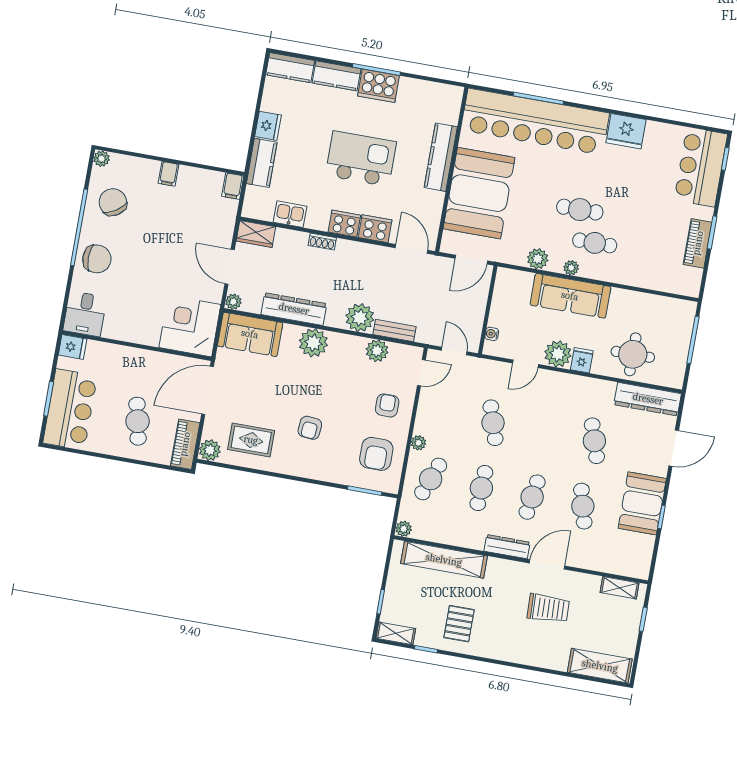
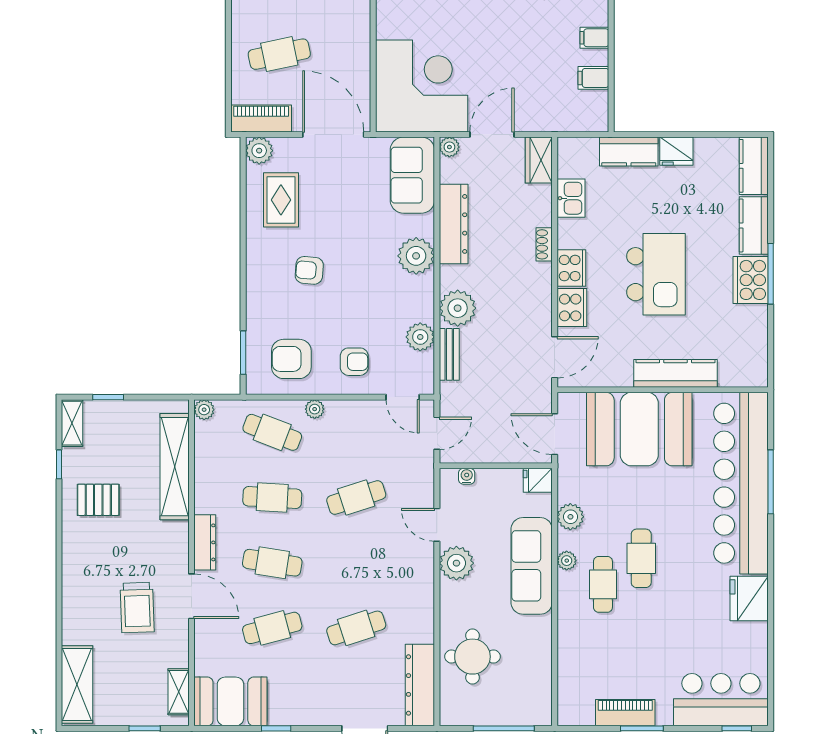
filing cabinet: (233, 186) -> (593, 78), moved
corner desk: (190, 326) -> (422, 86), width x1.36, depth x1.36
fridge: (582, 360) -> (538, 480), moved, turned 180
booth: (642, 503) -> (230, 701), moved

